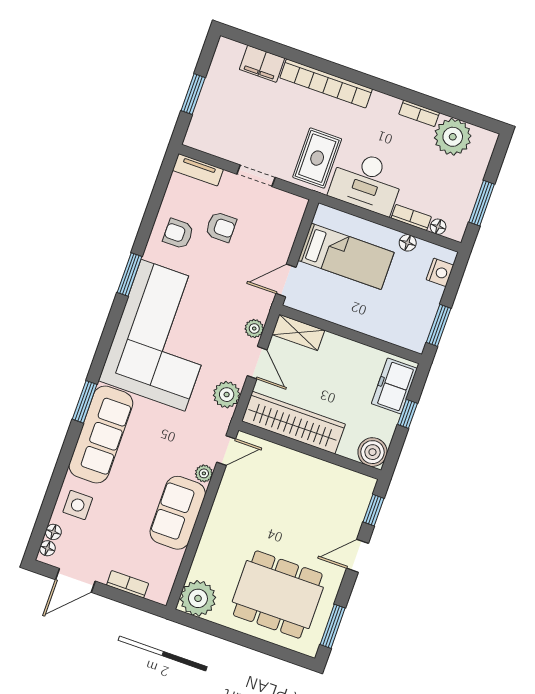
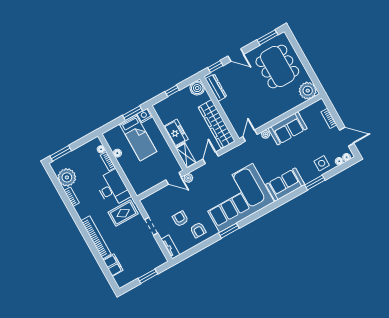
window: (482, 203) -> (61, 153), moved
bed: (346, 256) -> (138, 138), moved, turned 180
nightstand: (440, 272) -> (144, 116), moved
plant: (254, 329) -> (188, 178), moved
freezer: (394, 386) -> (176, 133), moved, turned -90
plant: (227, 395) -> (232, 156), removed
window: (85, 402) -> (315, 182), moved
sofa: (101, 434) -> (285, 185), width x0.73
door: (226, 450) -> (250, 136), hinge flipped
dresser: (344, 478) -> (216, 88), added

